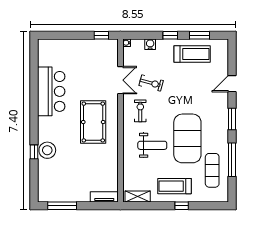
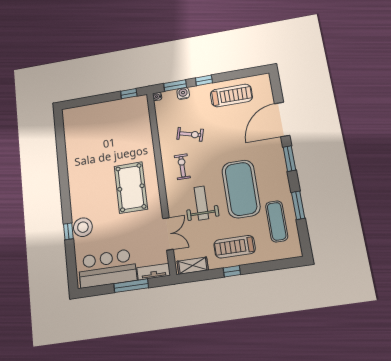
window: (200, 35) -> (175, 85), moved
double door: (120, 80) -> (168, 234), moved
door: (232, 84) -> (282, 119), width x1.88
bar counter: (51, 91) -> (107, 268), moved, turned -90
weight bench: (152, 145) -> (201, 203), turned -90
window: (232, 160) -> (298, 205), width x0.69
window: (62, 206) -> (131, 286), moved
window: (182, 206) -> (232, 271), moved

